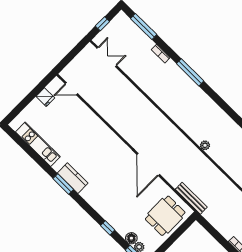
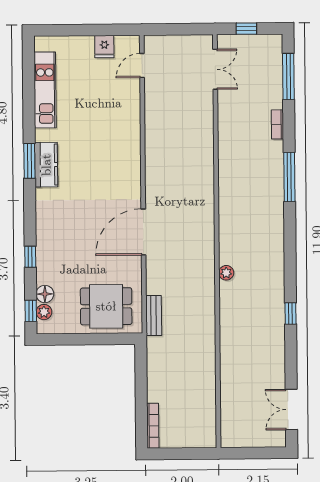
door: (71, 89) -> (142, 66), hinge flipped
bench: (191, 198) -> (154, 316), width x0.73

